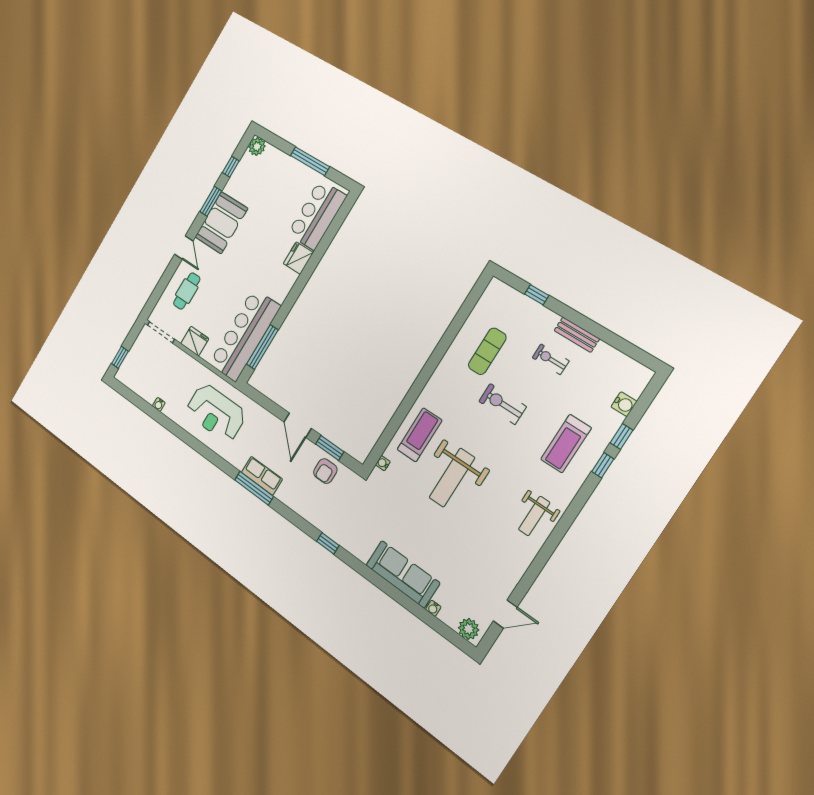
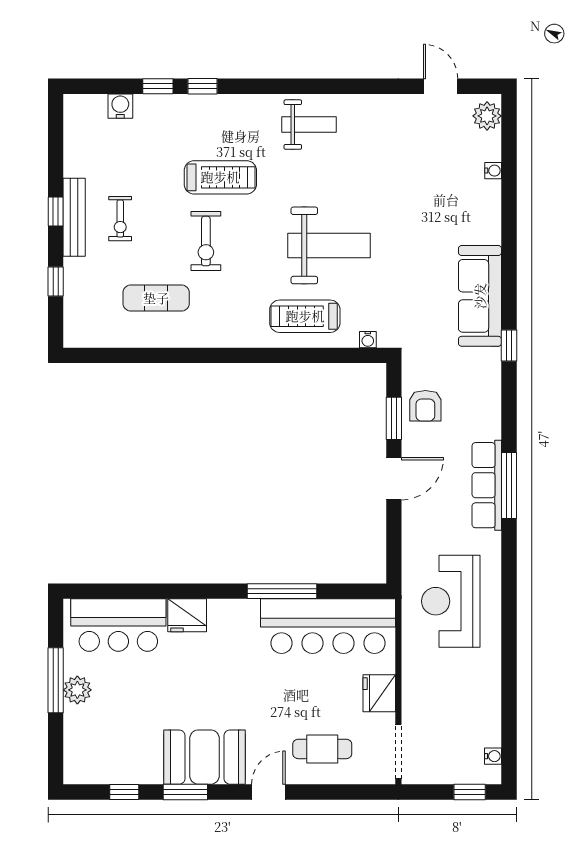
plant: (257, 147) -> (77, 690), moved
window: (581, 321) -> (56, 211), added
bench: (577, 335) -> (74, 217), width x1.36
window: (262, 347) -> (282, 591), moved
water cooler: (159, 404) -> (493, 756), moved
reception desk: (216, 413) -> (451, 601), turned 180
treadmill: (566, 444) -> (220, 177), moved
armchair: (325, 471) -> (425, 406), turned 90
row of seats: (262, 476) -> (487, 485), width x1.48
sofa: (403, 574) -> (480, 296), moved

